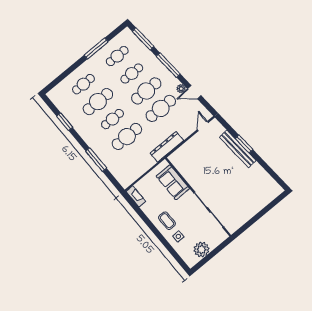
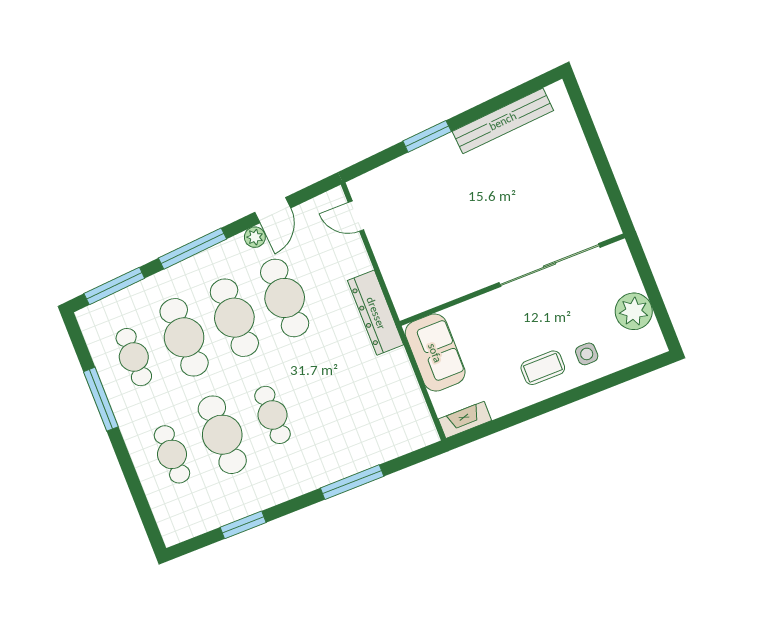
cafe table: (132, 74) -> (184, 337), width x1.37, depth x1.35
cafe table: (127, 137) -> (323, 395), removed
bench: (238, 149) -> (503, 121), moved
sofa: (173, 182) -> (435, 353), moved, turned -90

